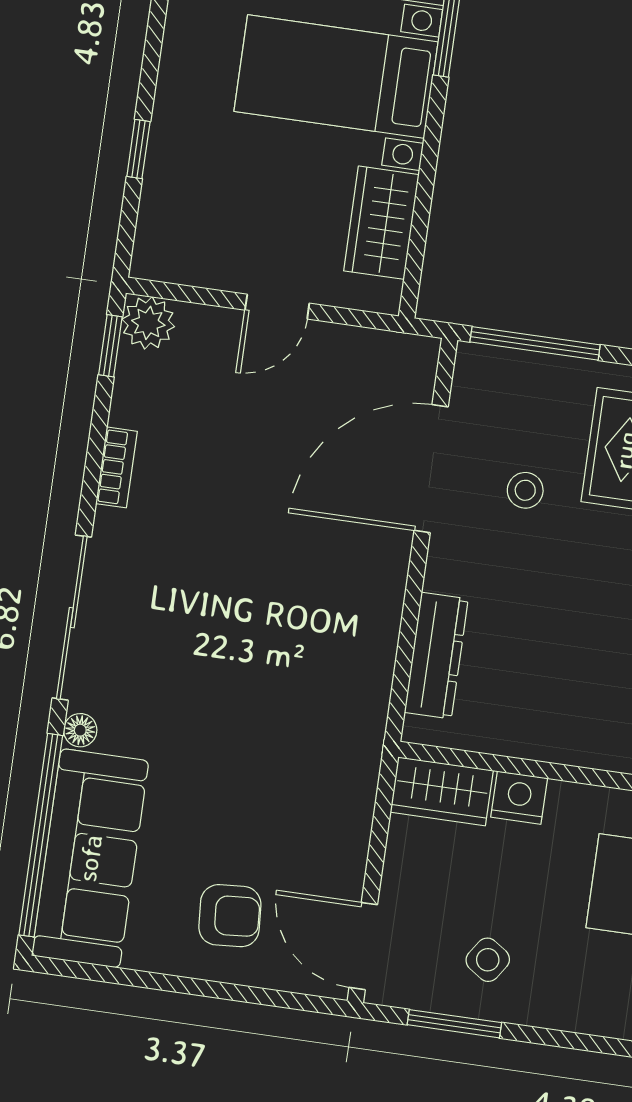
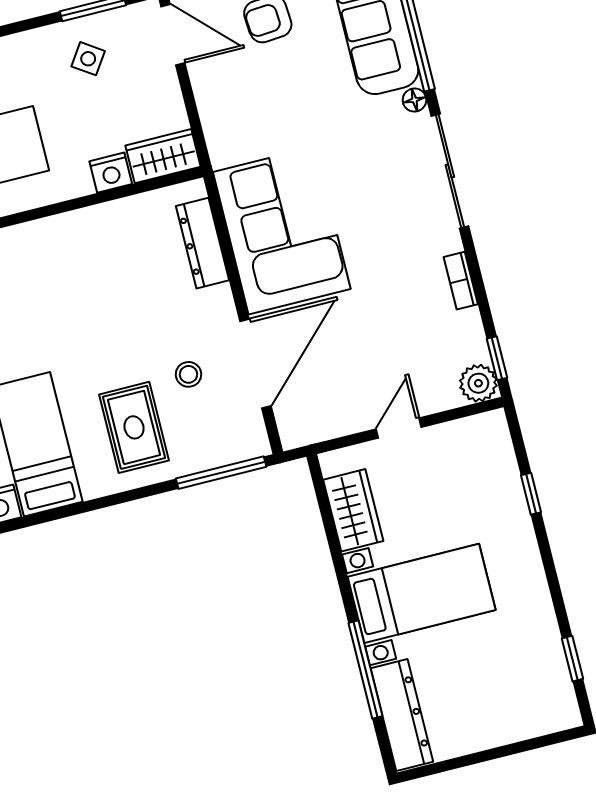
corner sofa: (325, 630) -> (282, 231), added

